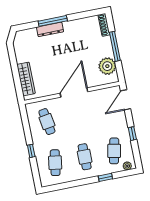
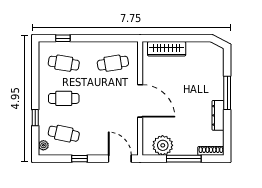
dresser: (50, 29) -> (218, 115), moved
window: (31, 151) -> (63, 38), moved

